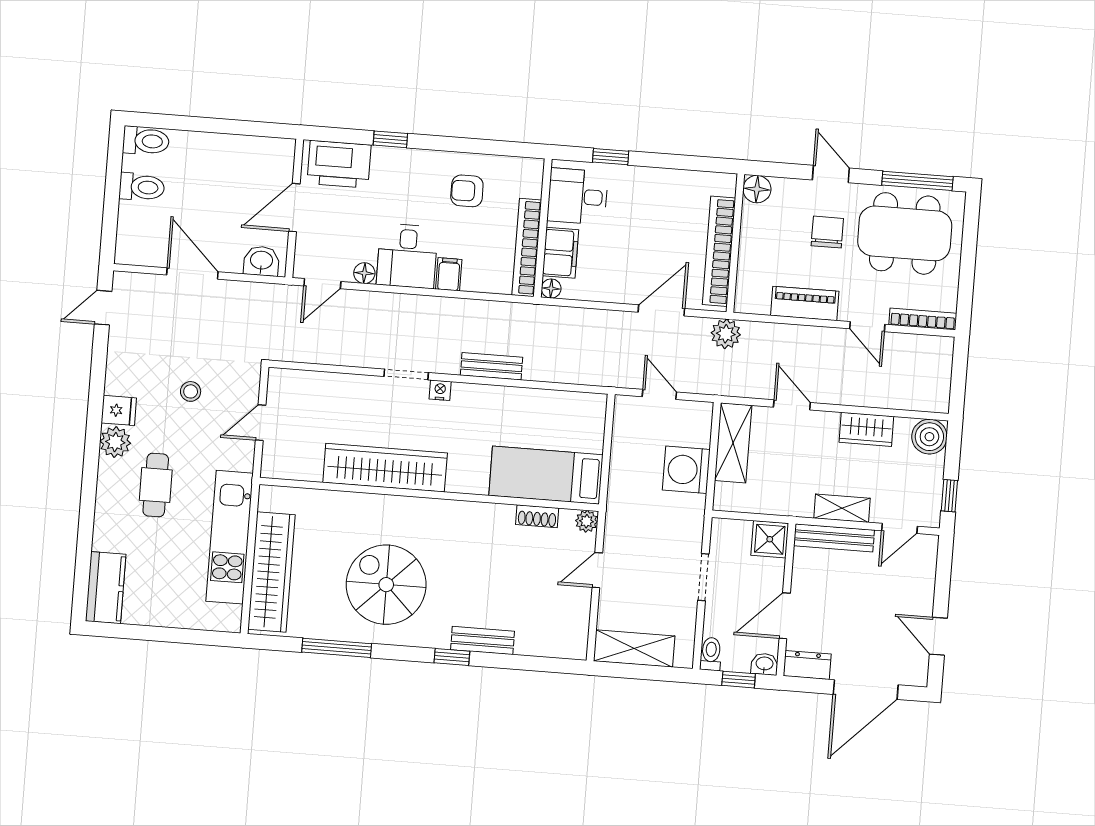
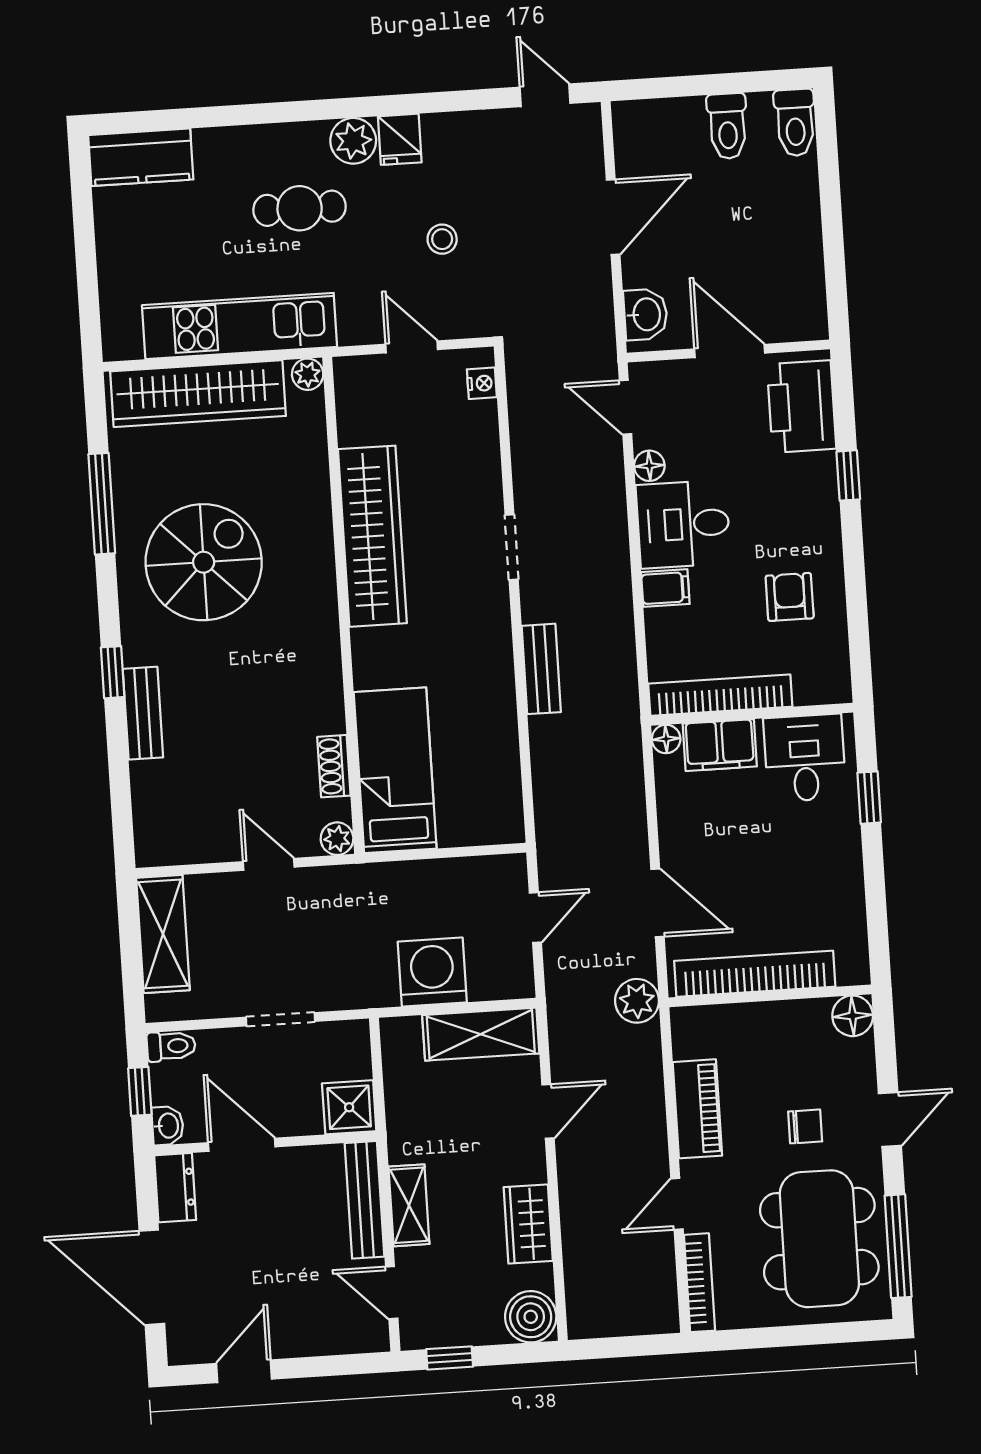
chair: (827, 232) -> (805, 1126), width x0.73, depth x0.73
nightstand: (440, 390) -> (482, 383), moved
plant: (269, 496) -> (308, 374), added

